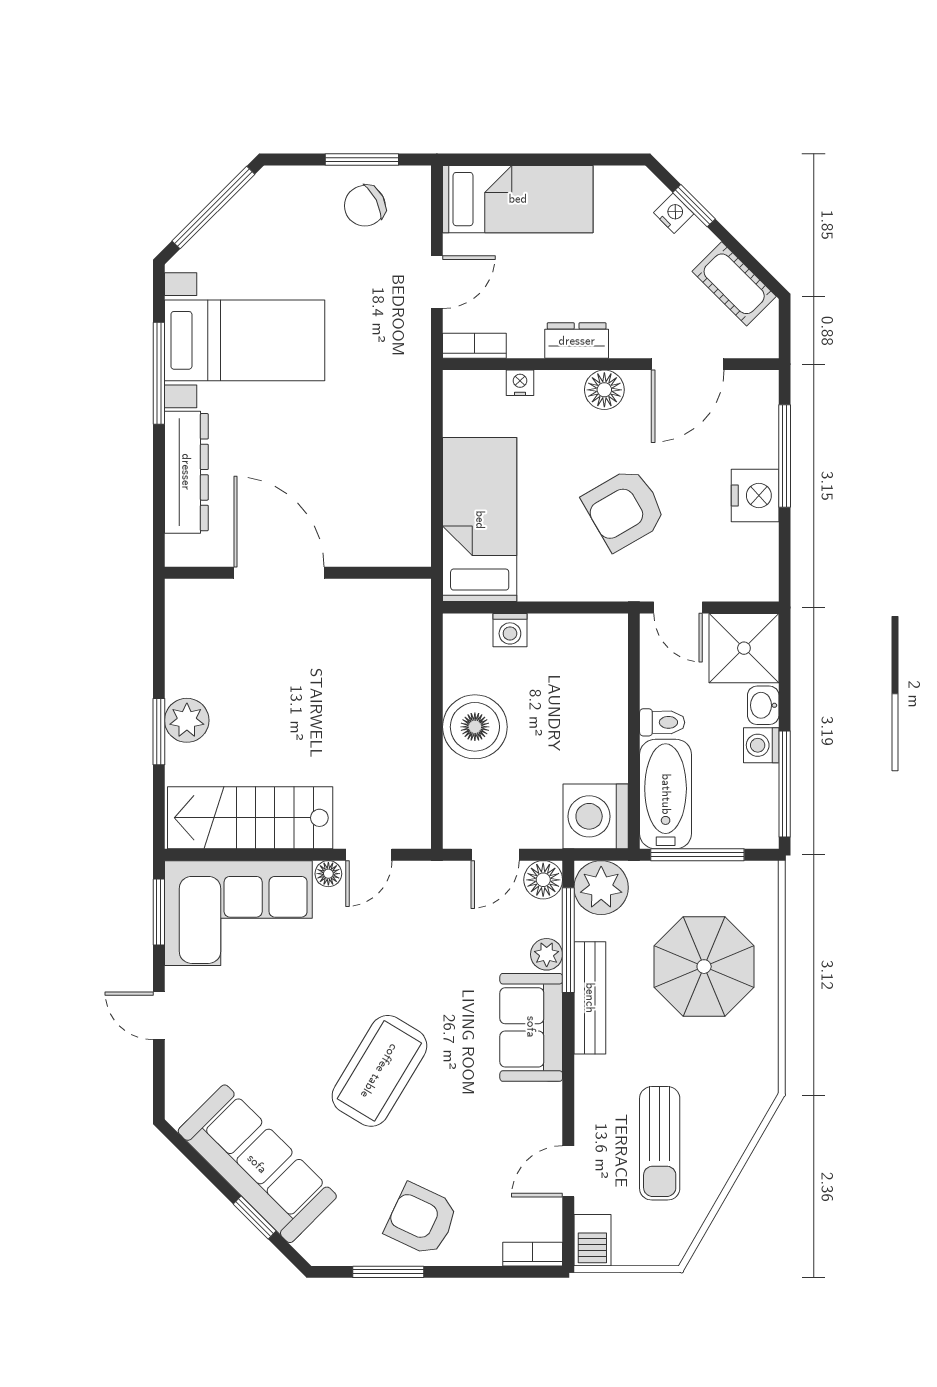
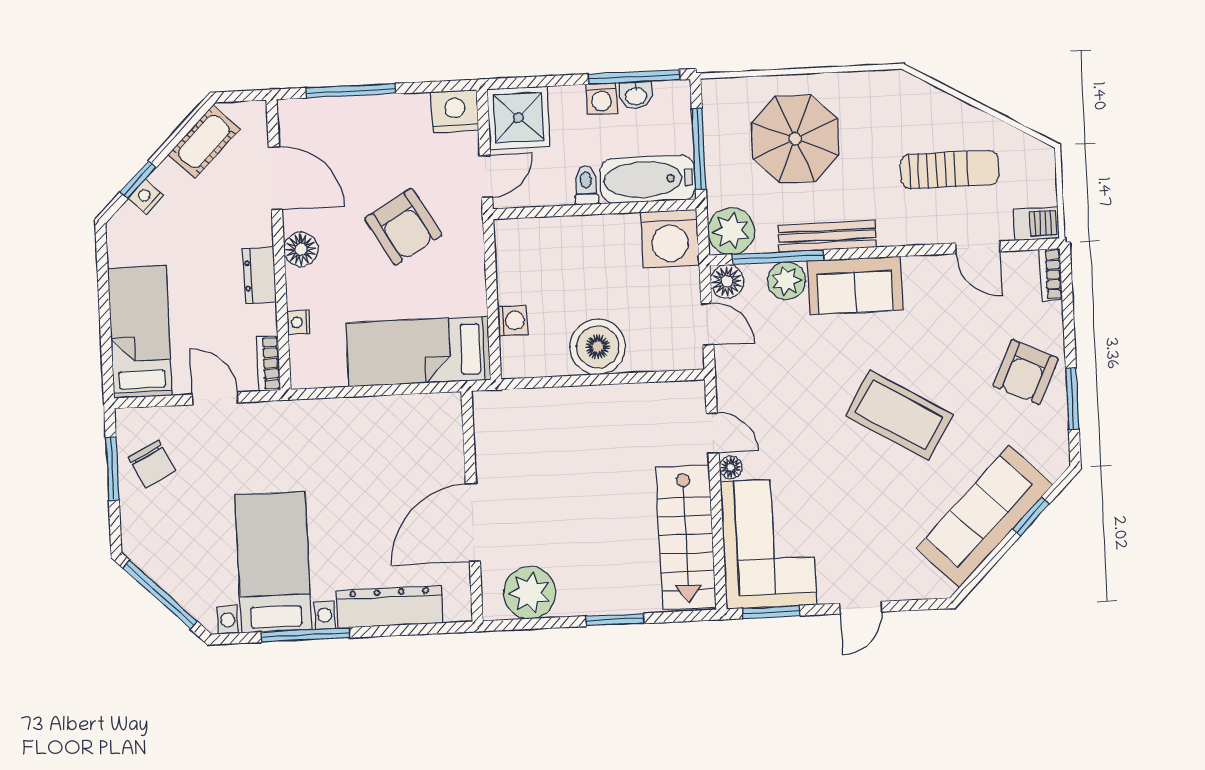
nightstand: (755, 496) -> (455, 111), moved
washbasin: (763, 705) -> (636, 95), moved
plant: (187, 720) -> (530, 593), moved, width x1.36, depth x1.36
plant: (547, 954) -> (786, 281), width x1.38, depth x1.38

